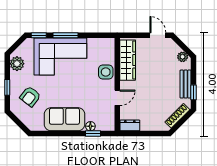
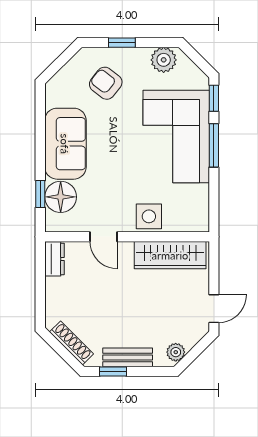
floor lamp: (90, 126) -> (61, 197), width x1.89, depth x1.89

